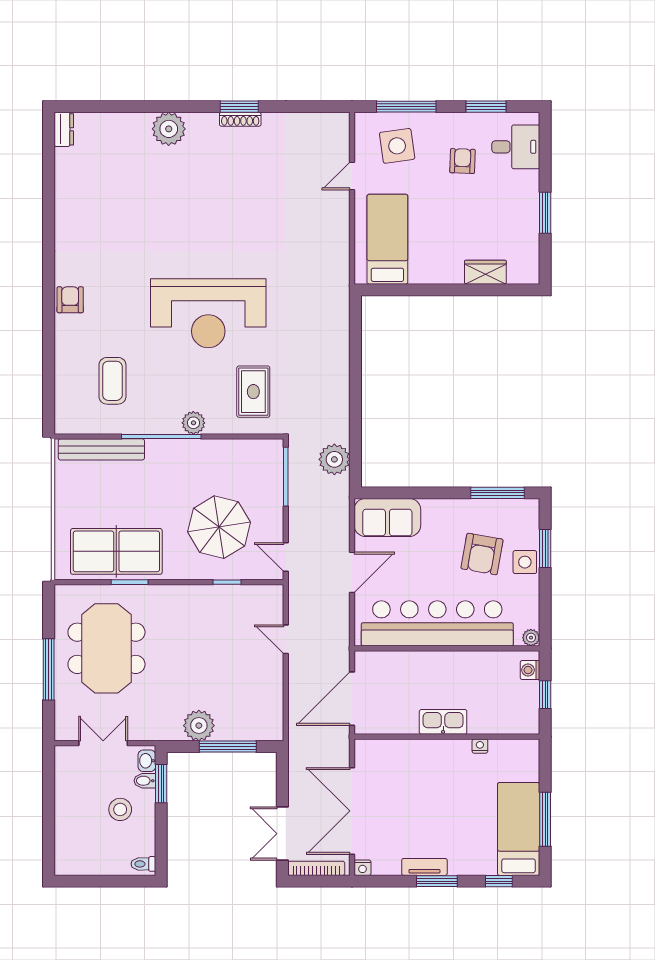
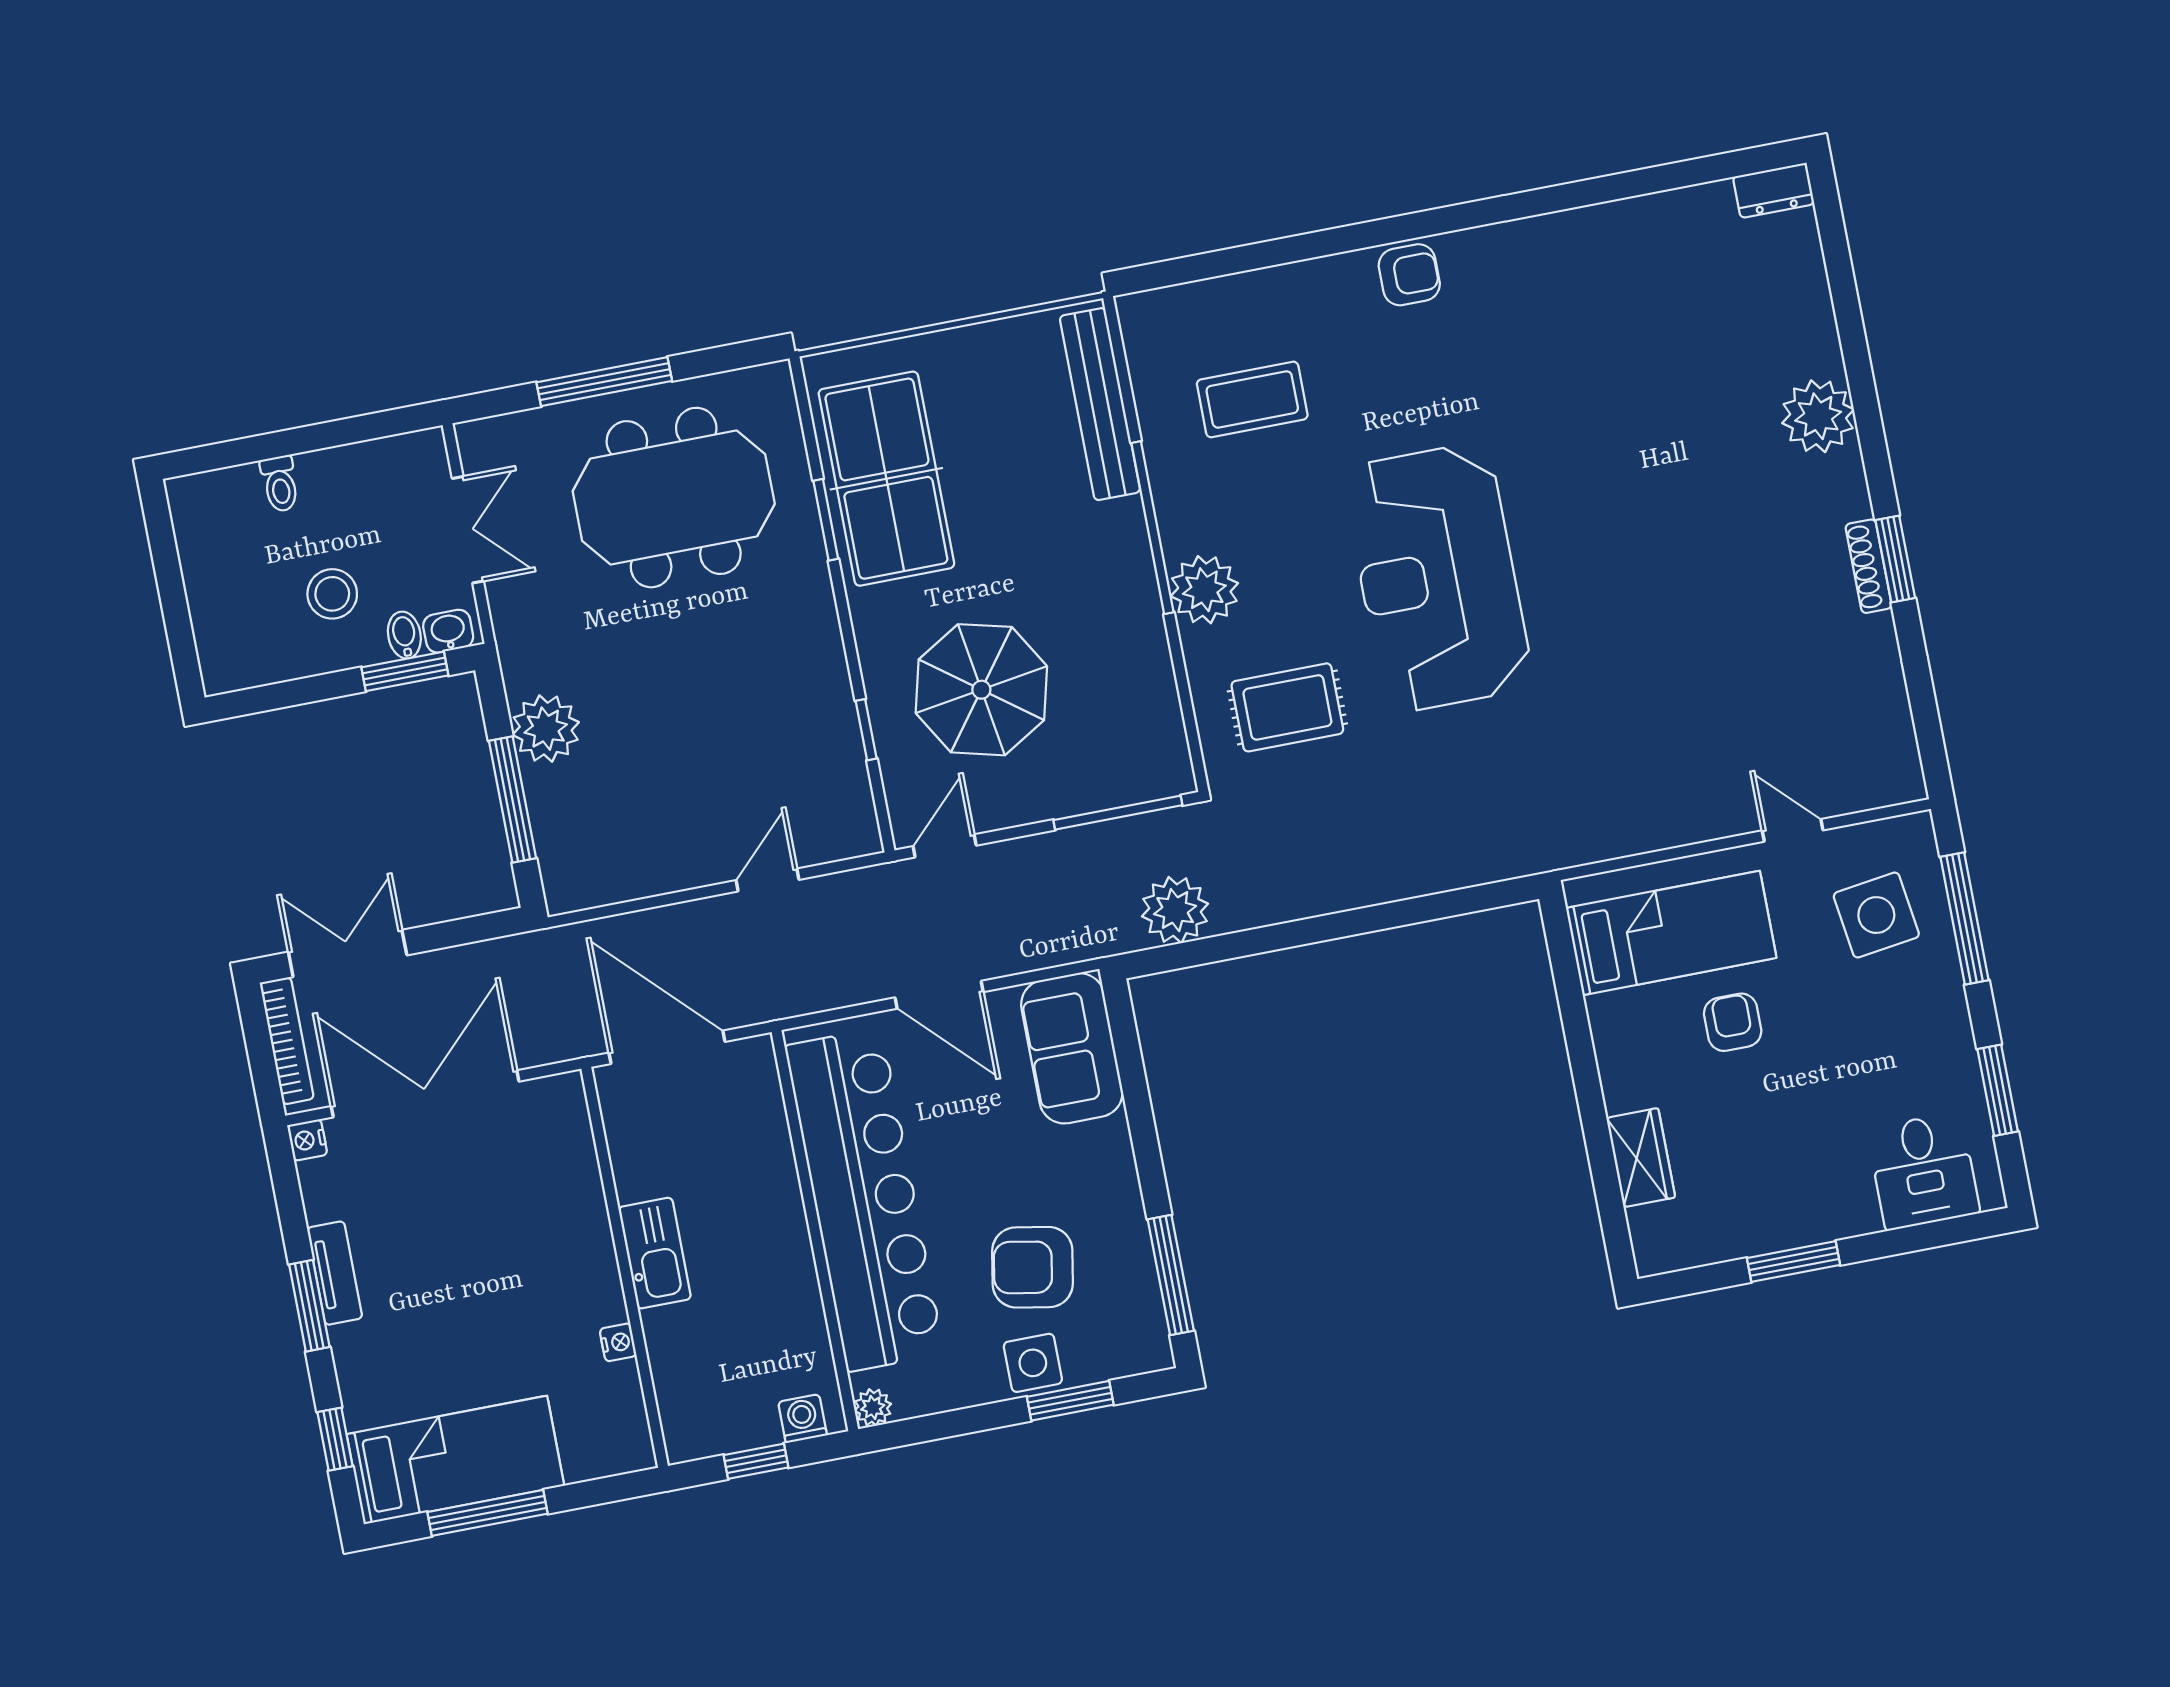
armchair: (462, 161) -> (1733, 1022), moved, turned -92
plant: (193, 423) -> (1204, 590), width x1.36, depth x1.36
toilet: (143, 864) -> (280, 484), moved, turned 180

